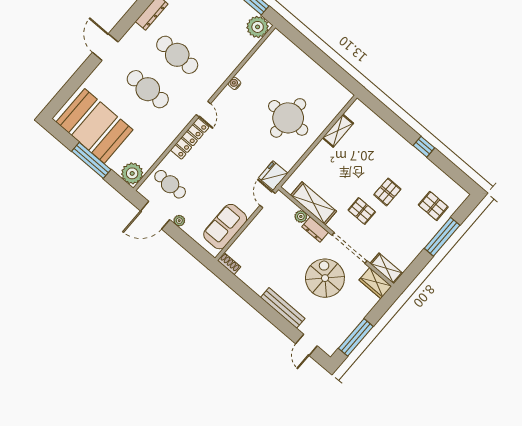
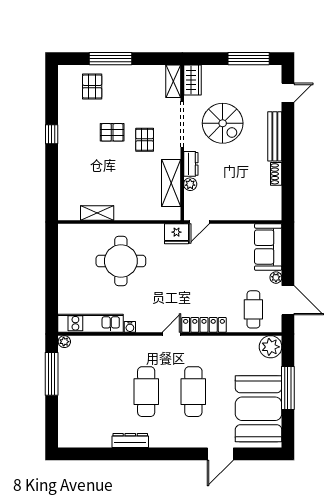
plant: (258, 27) -> (64, 342), width x0.53, depth x0.53
door: (105, 47) -> (220, 454), moved
kitchen unit: (262, 57) -> (90, 323), added
sofa: (225, 227) -> (268, 247), moved, turned 90
shoe rack: (229, 264) -> (276, 174), moved
spiral stairs: (325, 278) -> (223, 123), turned -90

